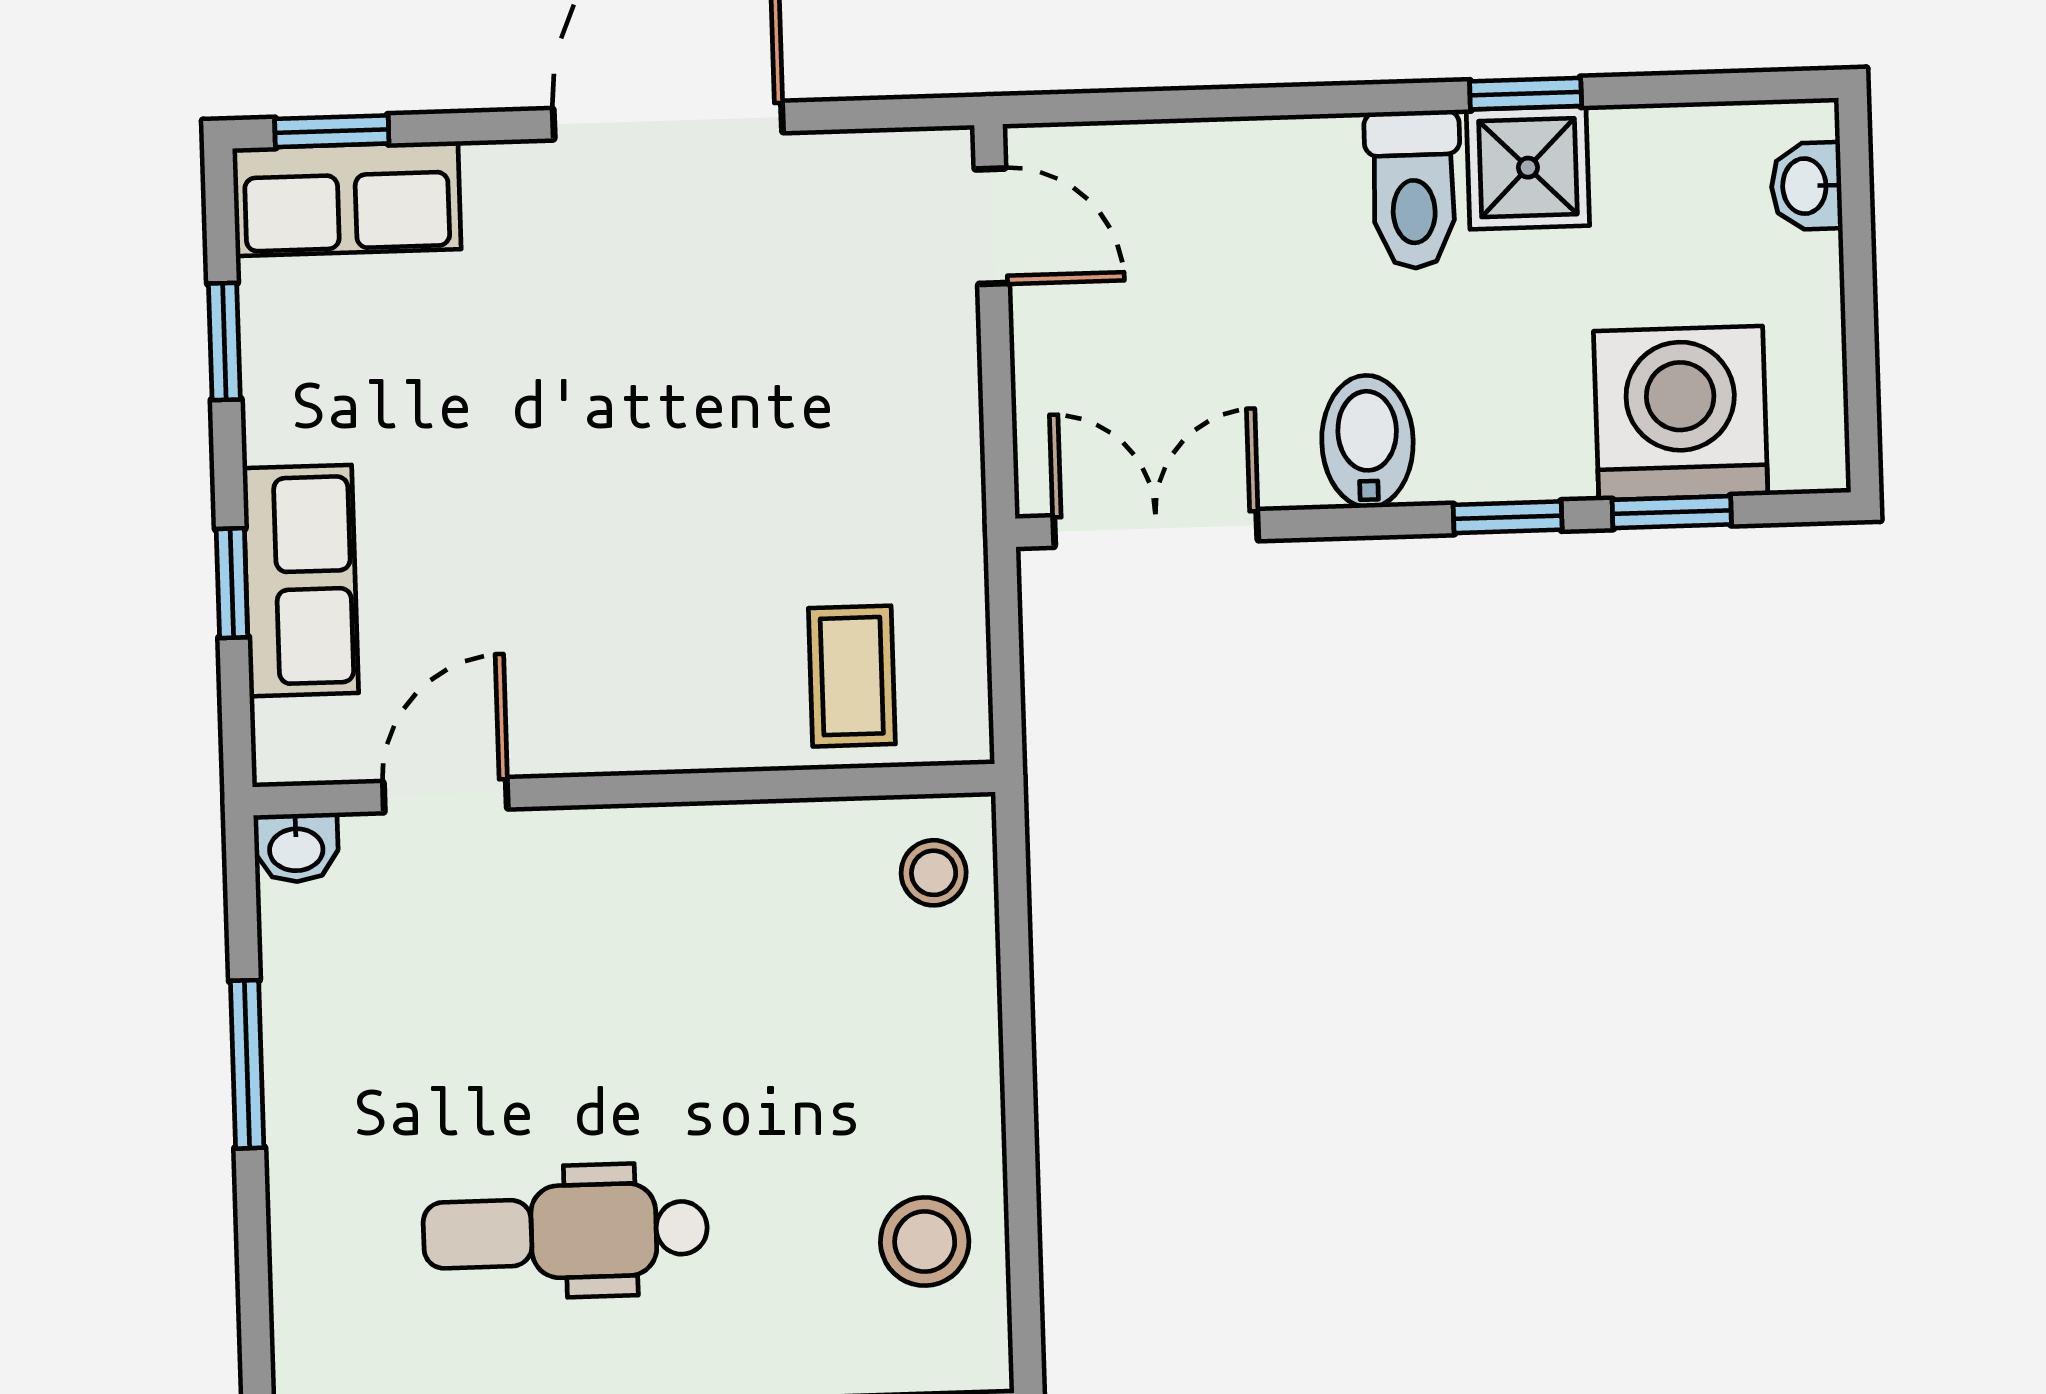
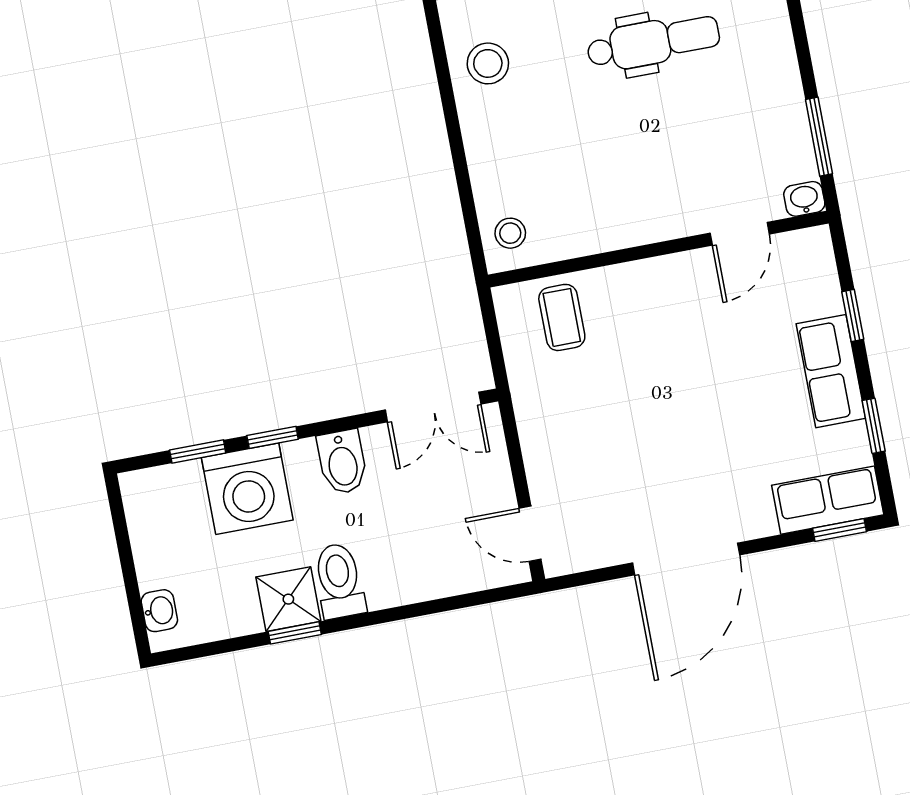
washing machine: (1681, 413) -> (247, 489), moved
row of seats: (301, 581) -> (831, 371), moved
window: (247, 1064) -> (819, 137), moved

